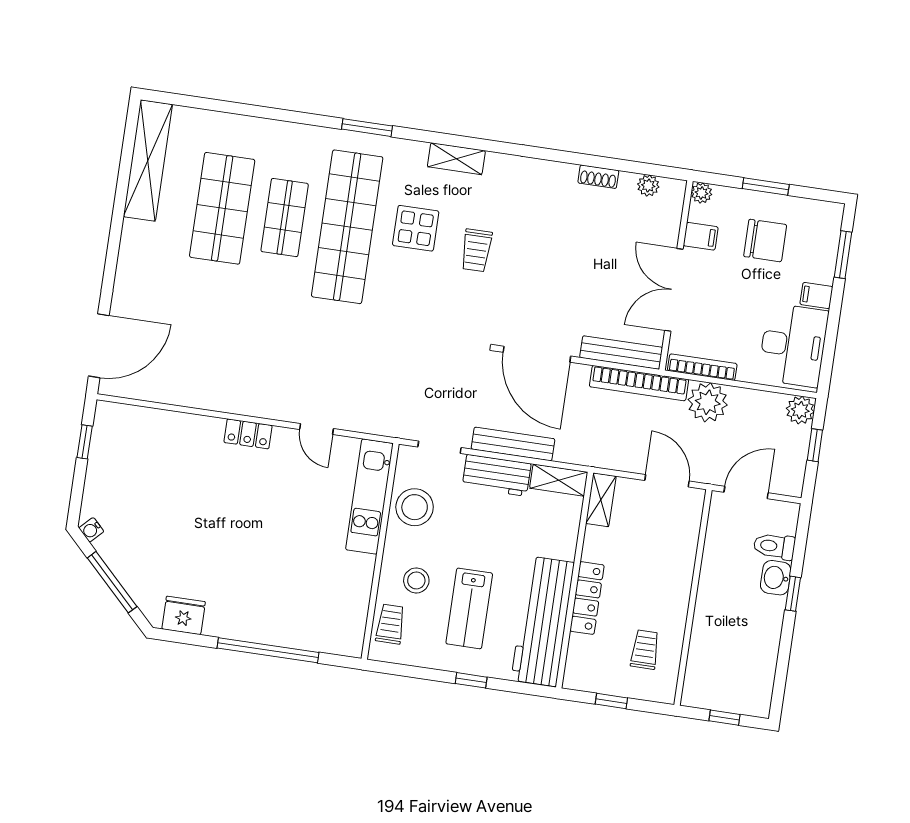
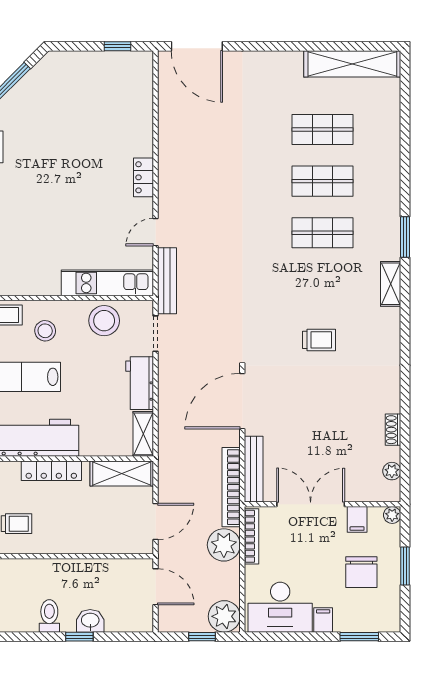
shelving: (456, 159) -> (391, 284), moved
shop shelf: (222, 208) -> (323, 130), width x0.70, depth x0.74
shop shelf: (347, 227) -> (323, 233), width x0.50, depth x0.74
display table: (416, 228) -> (330, 288), removed
trolley: (476, 250) -> (319, 340), turned 180
plant: (800, 410) -> (224, 616), width x1.36, depth x1.36
bench: (513, 444) -> (167, 281), moved
shelving: (601, 500) -> (122, 473), width x1.50, depth x1.33
water cooler: (91, 530) -> (47, 62), removed
toilet: (774, 546) -> (49, 616), moved

